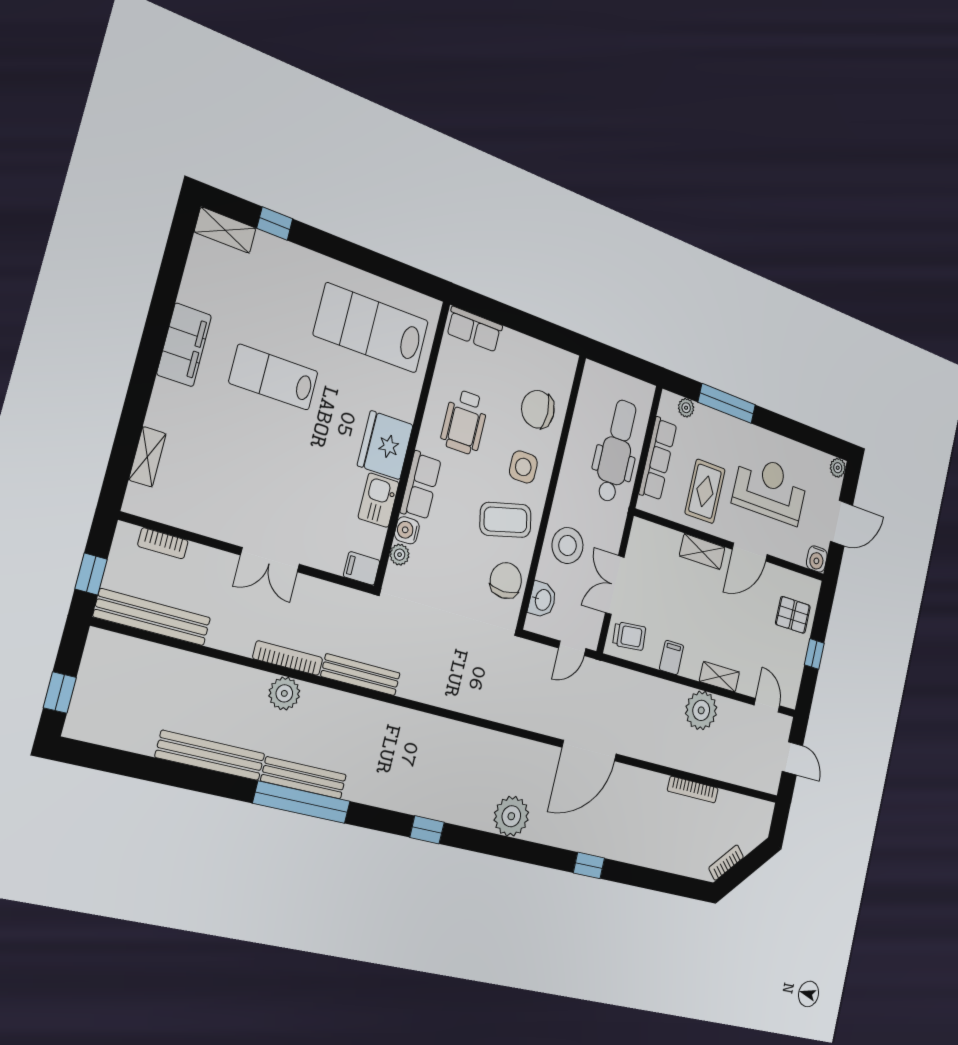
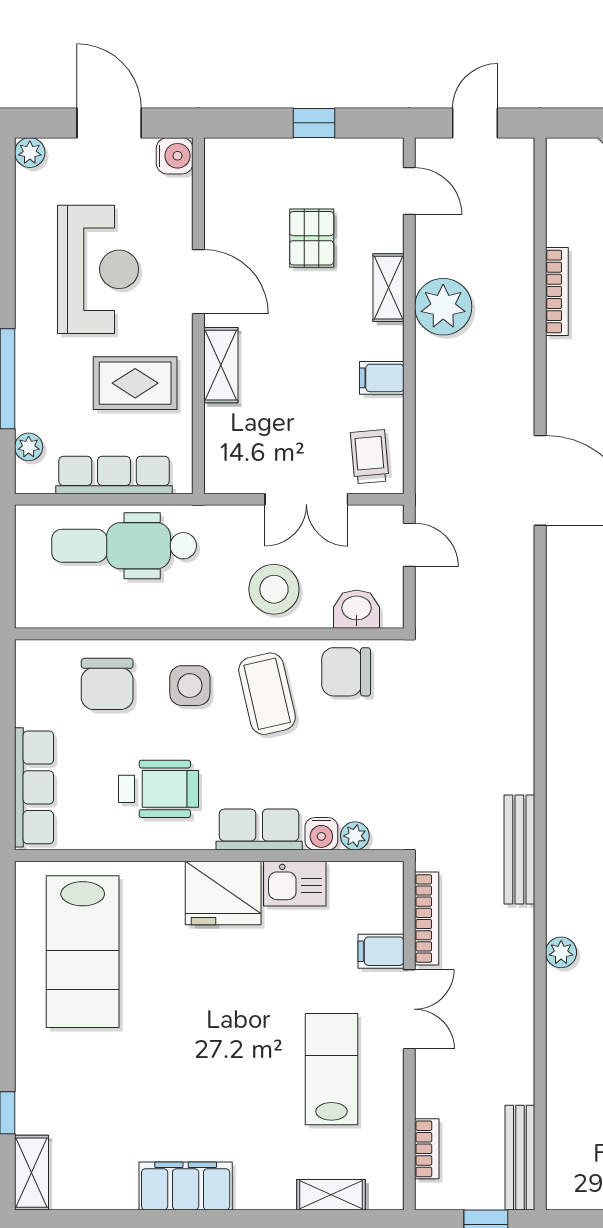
row of seats: (474, 329) -> (34, 787), width x1.48
lab bench: (274, 377) -> (332, 1069), moved, turned 180
reception desk: (770, 489) -> (98, 269), turned 180
filing cabinet: (362, 568) -> (381, 951), moved, turned 90
pallet: (793, 615) -> (312, 238), moved
bench: (152, 617) -> (520, 1158), width x0.73, depth x0.82
bookcase: (288, 658) -> (427, 918), moved, turned 180
plant: (284, 693) -> (561, 952), width x0.73, depth x0.73
door: (767, 705) -> (409, 191), swing flipped

